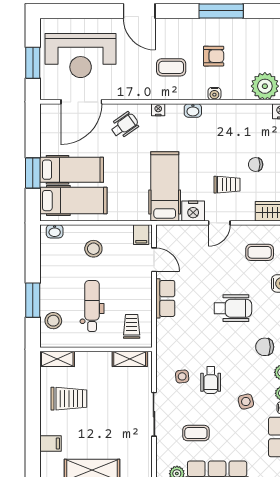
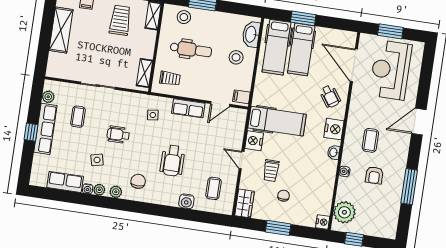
nightstand: (158, 110) -> (334, 129), width x1.89, depth x1.79
washbasin: (55, 231) -> (251, 34), width x1.91, depth x1.45
side table: (182, 376) -> (153, 115), moved
trolley: (69, 399) -> (120, 20), turned 180

